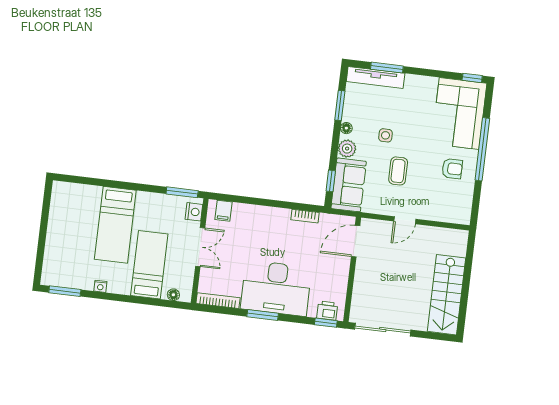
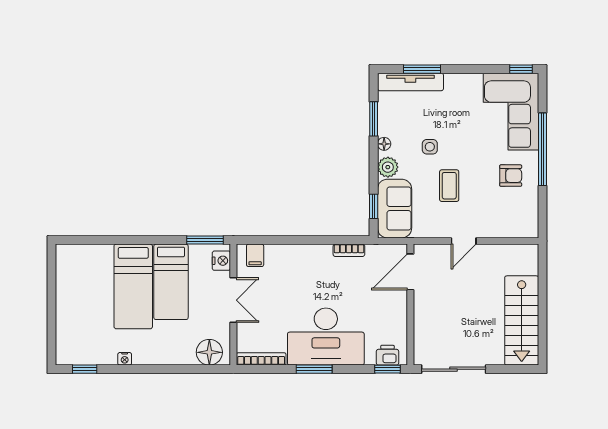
bed: (149, 265) -> (171, 282), moved, turned 180
window: (65, 291) -> (85, 369), width x0.67
floor lamp: (173, 295) -> (209, 352), width x1.89, depth x1.89

